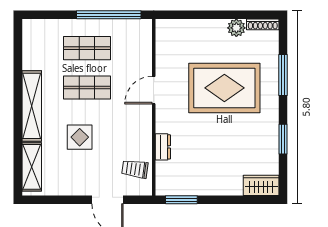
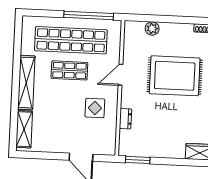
plant: (236, 28) -> (152, 28), moved
shop shelf: (87, 48) -> (71, 40), width x2.00, depth x1.36
display table: (80, 137) -> (95, 108), moved
trolley: (135, 169) -> (103, 135), removed

